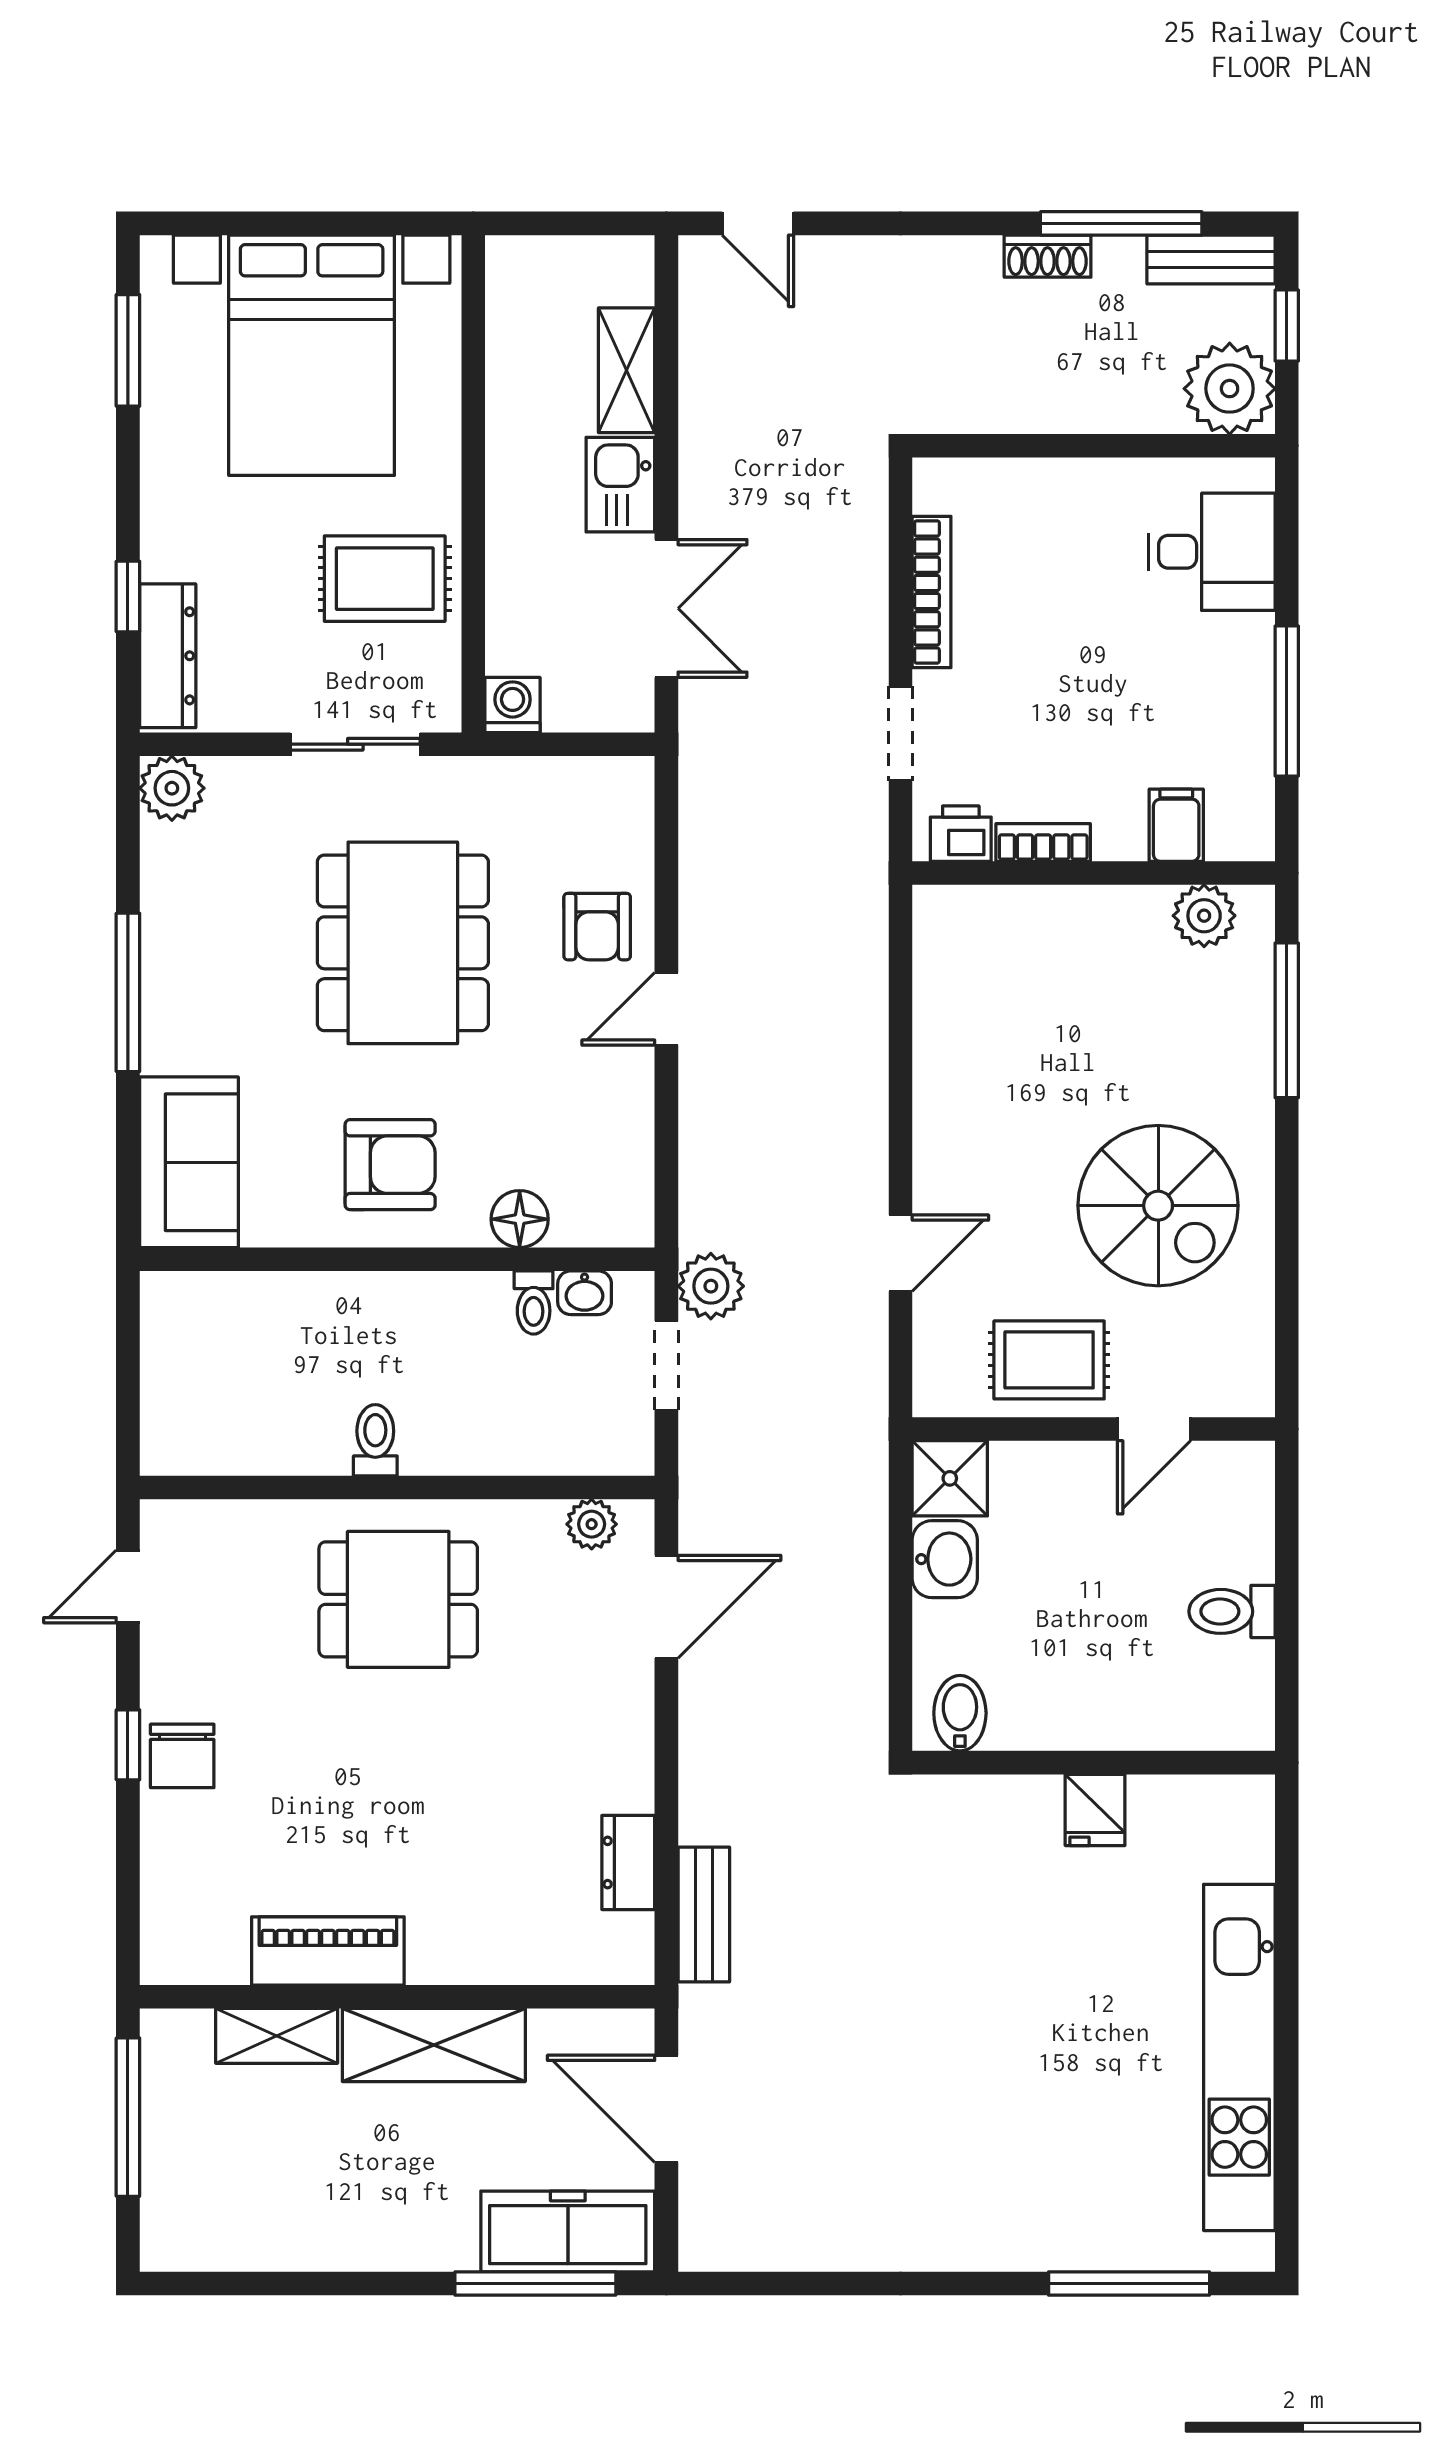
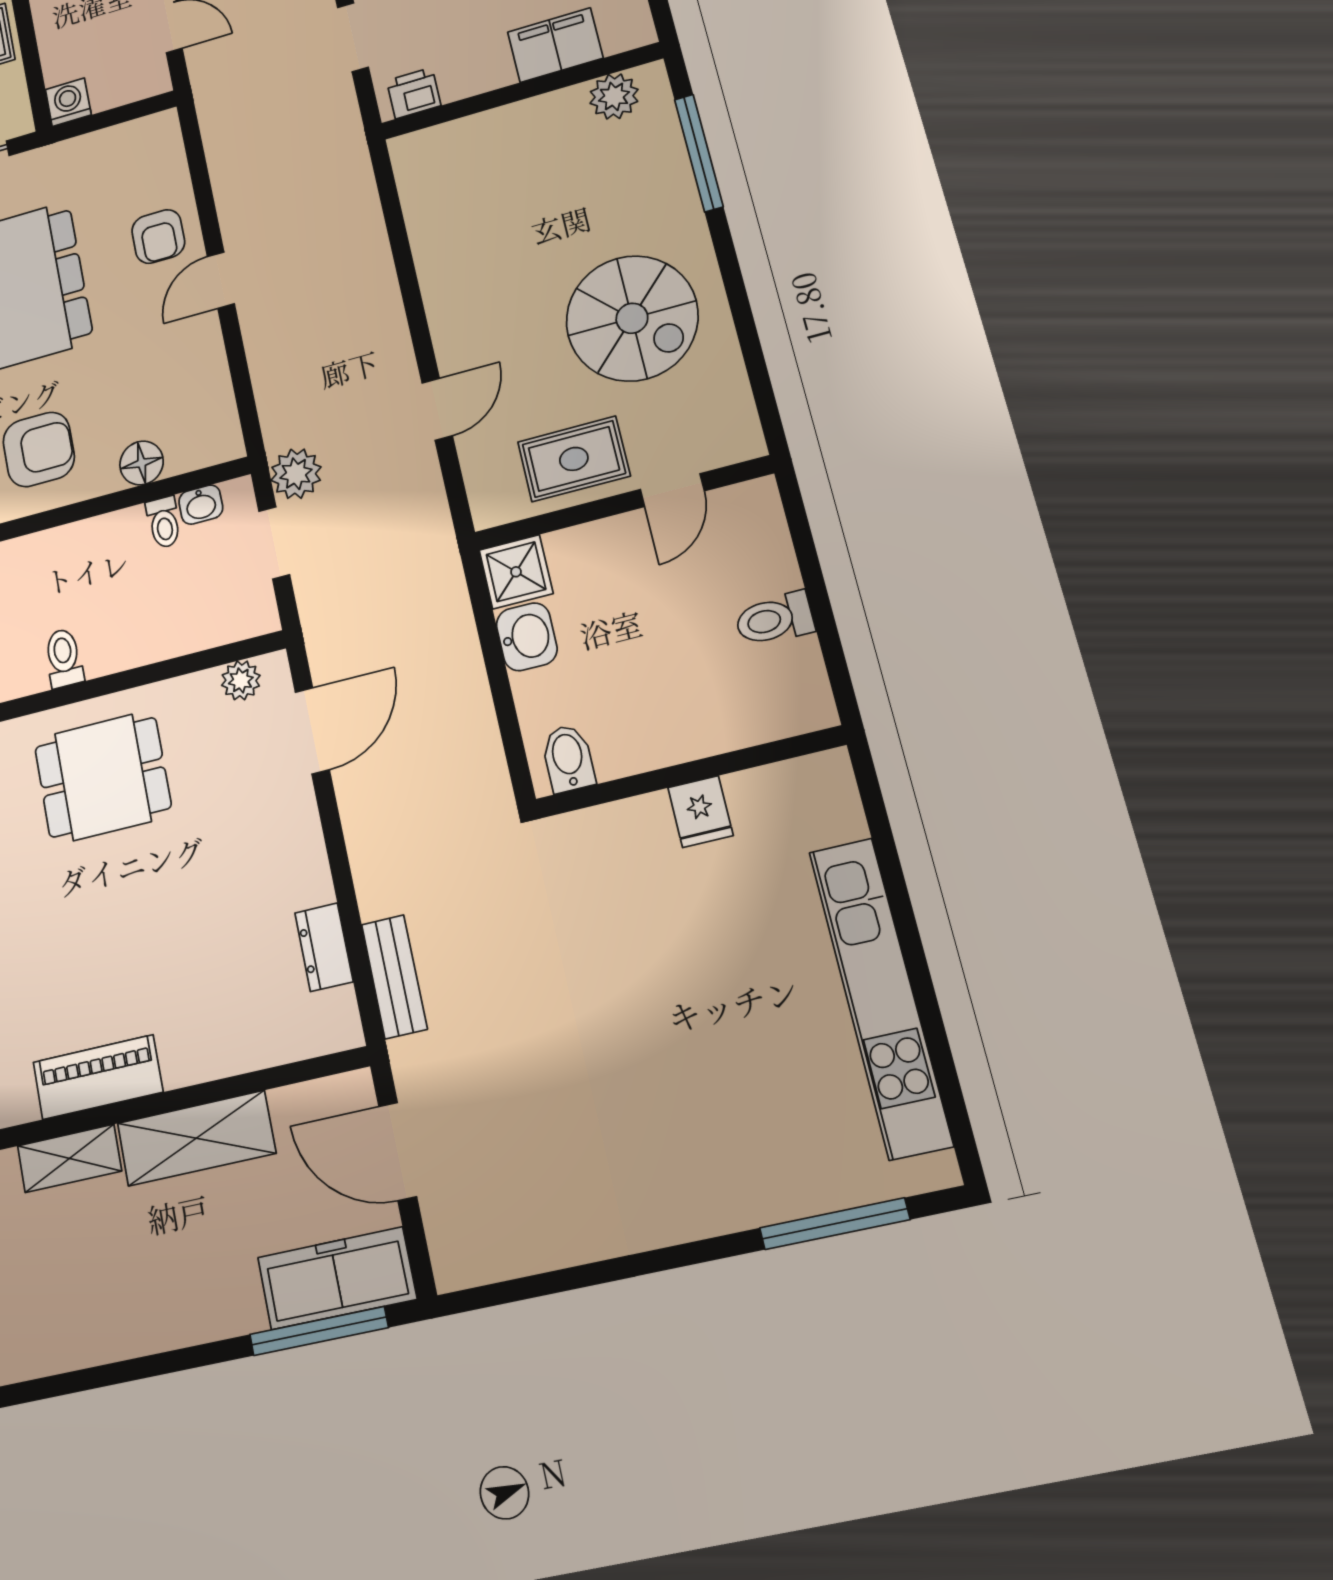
filing cabinet: (1176, 825) -> (555, 45), width x2.00
bookcase: (1043, 842) -> (477, 81), removed

